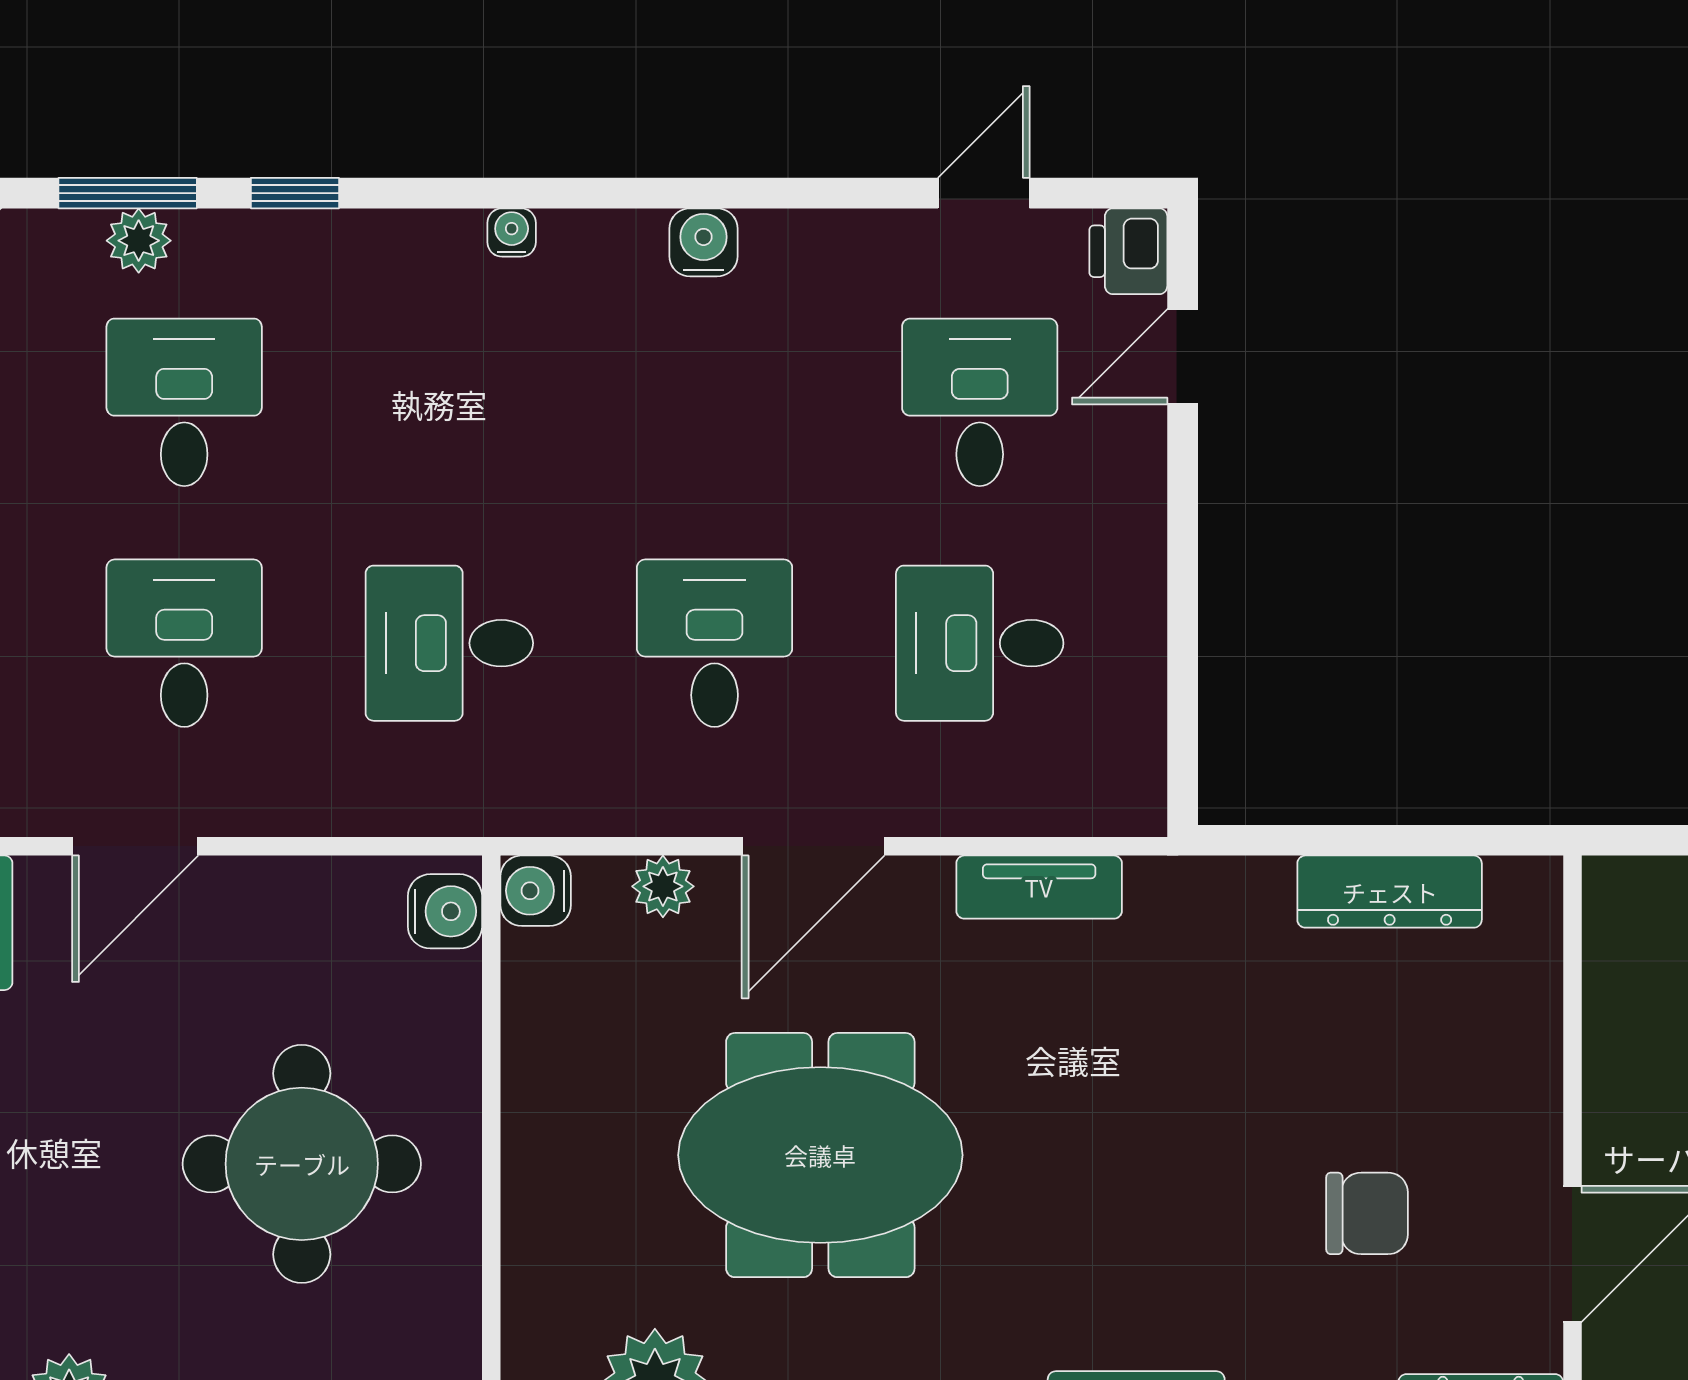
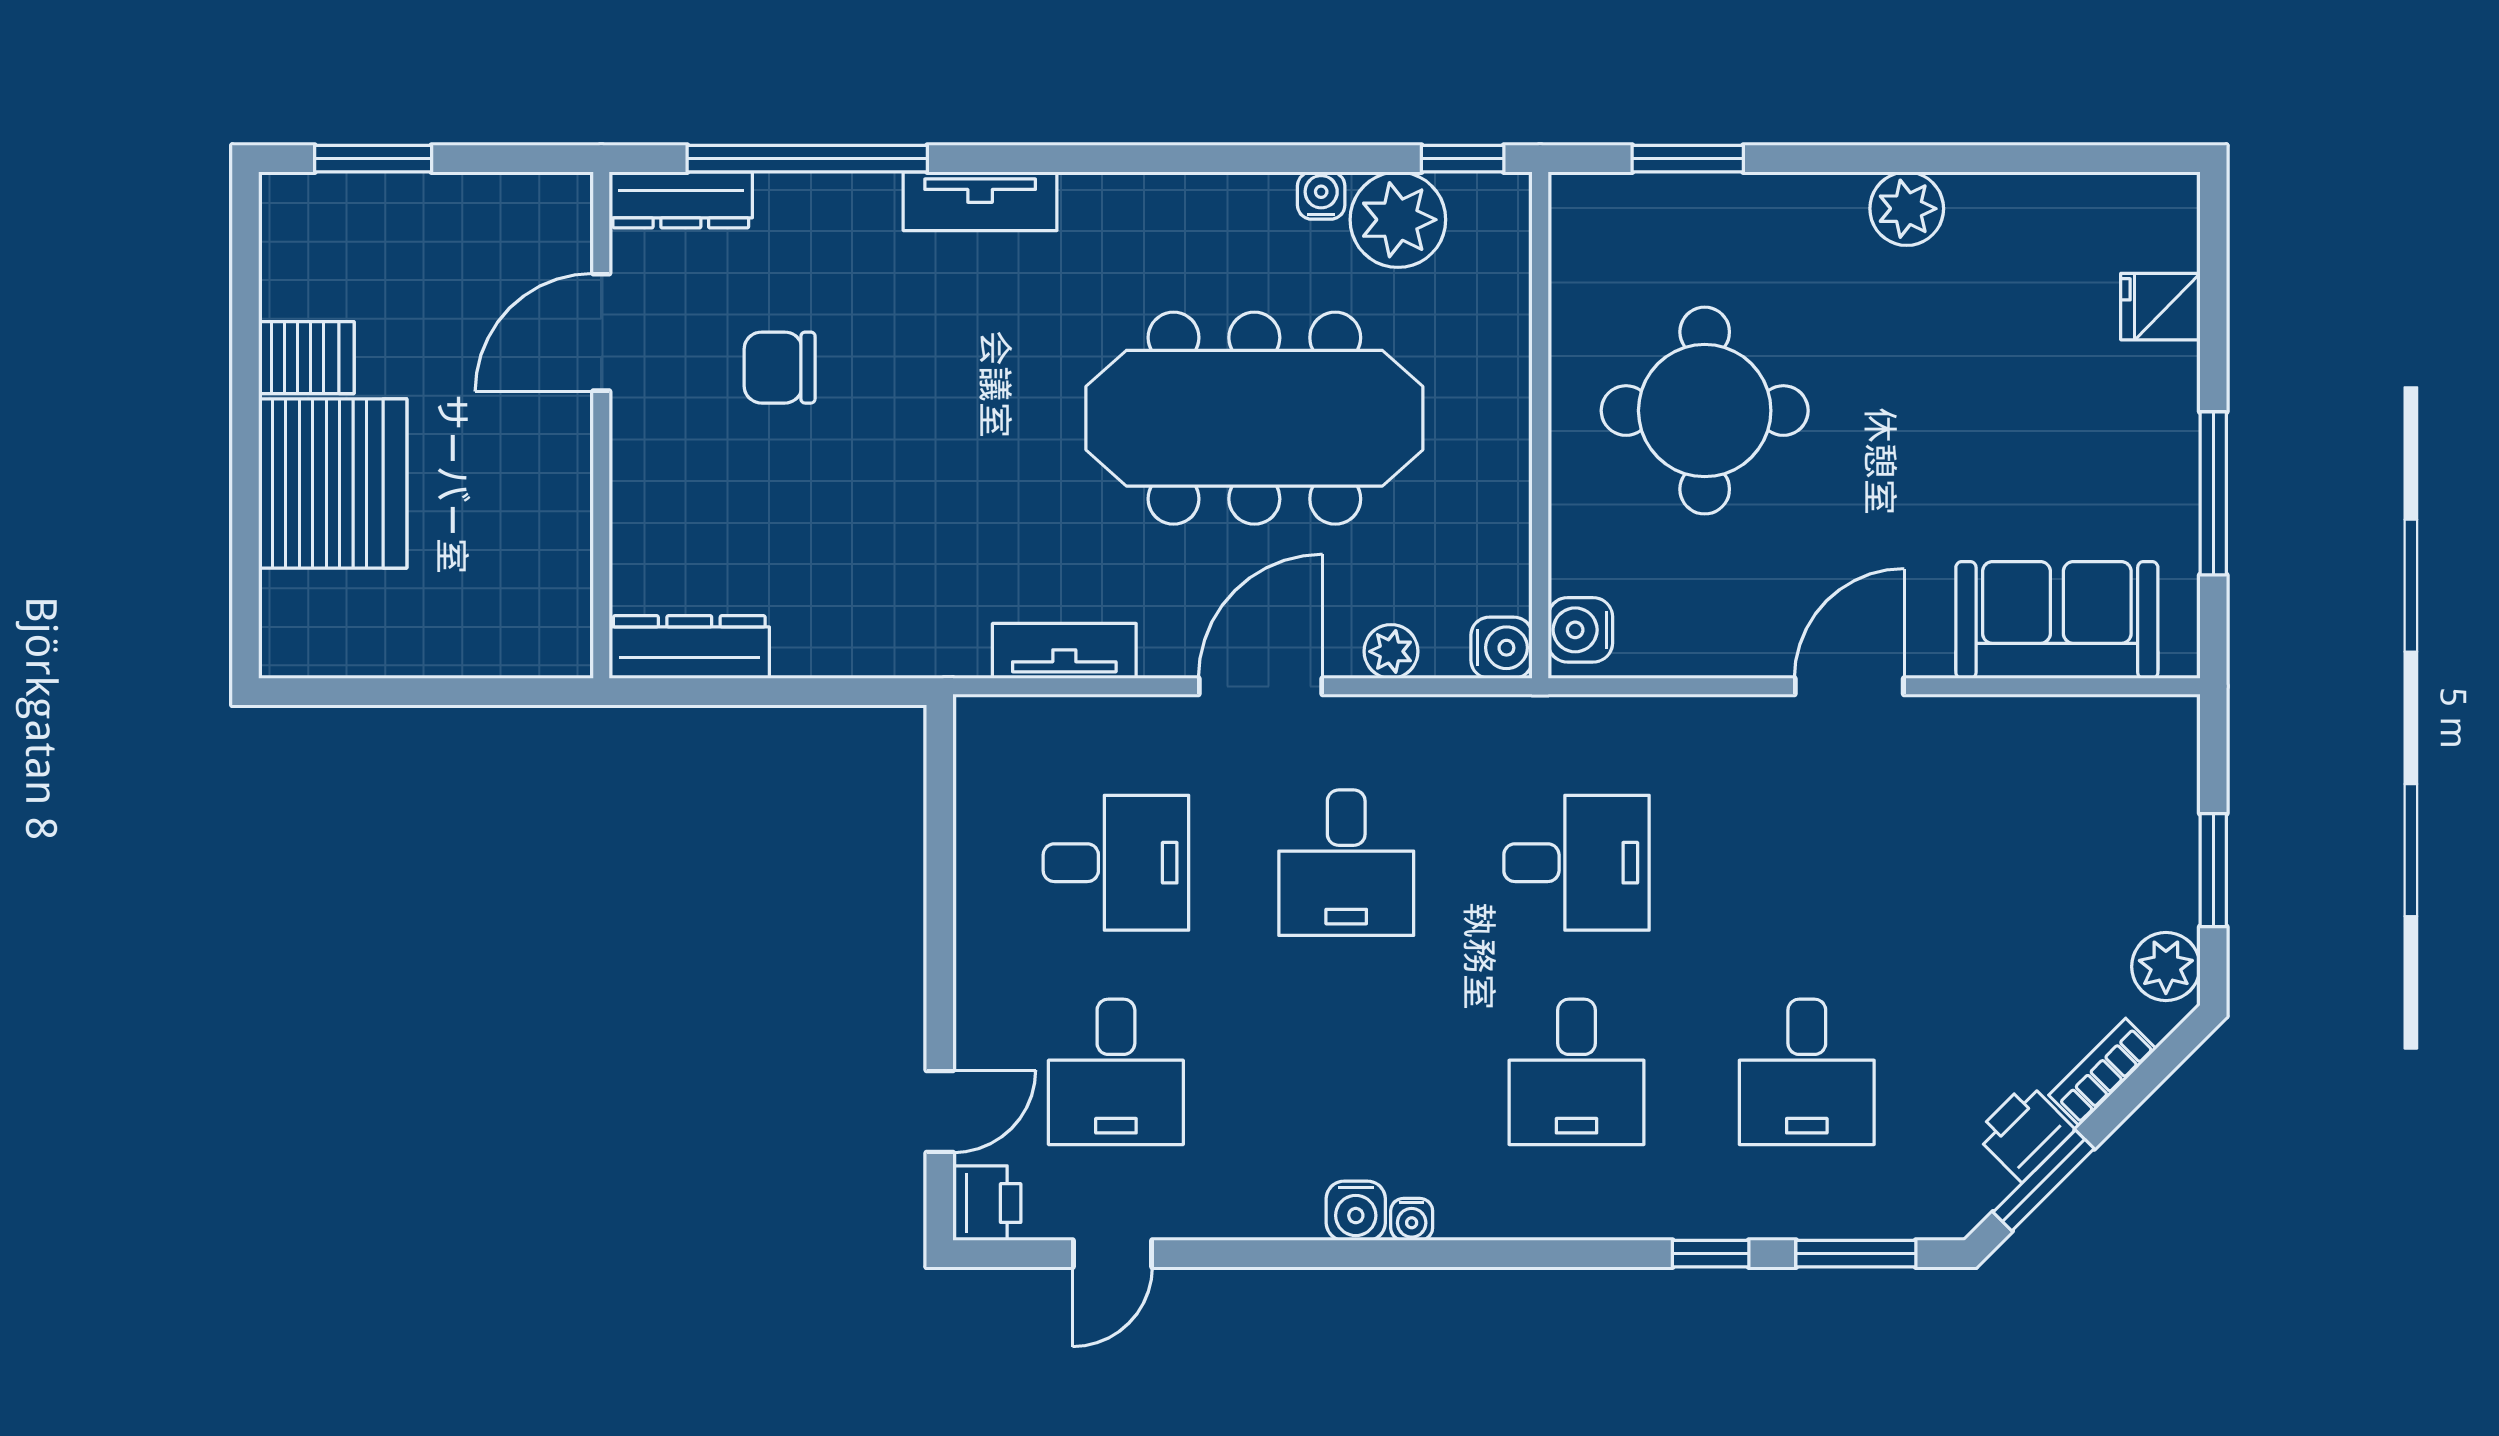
water cooler: (512, 232) -> (1412, 1219), moved
plant: (139, 241) -> (1846, 1212), removed
desk: (184, 643) -> (1576, 1072), moved
dresser: (1390, 892) -> (689, 647), moved
meeting table: (820, 1155) -> (1254, 418), width x1.36

